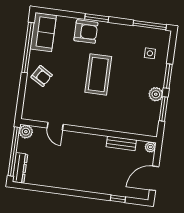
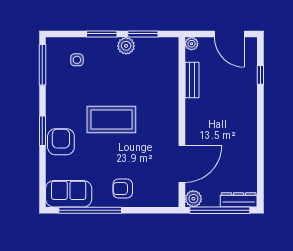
armchair: (42, 76) -> (123, 189), turned -121
door: (55, 126) -> (182, 164), width x1.87

